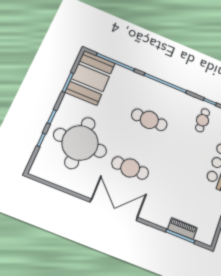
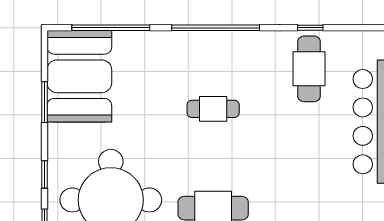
cafe table: (149, 120) -> (213, 109), width x0.73, depth x0.74
cafe table: (203, 120) -> (309, 69), width x1.37, depth x1.35

